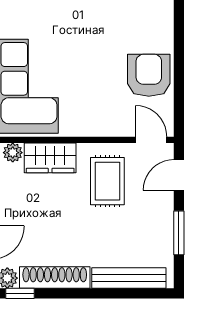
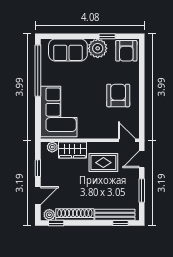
armchair: (149, 75) -> (118, 95), moved
rug: (107, 181) -> (103, 163), turned 90
window: (139, 293) -> (121, 223), added

